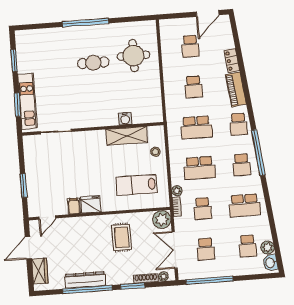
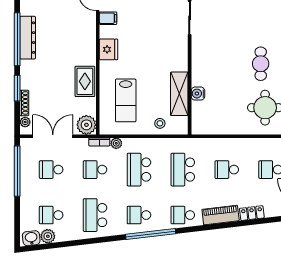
lab bench: (137, 185) -> (126, 100), turned 180
filing cabinet: (74, 206) -> (108, 18), moved
rug: (122, 237) -> (85, 81), moved, turned 90

